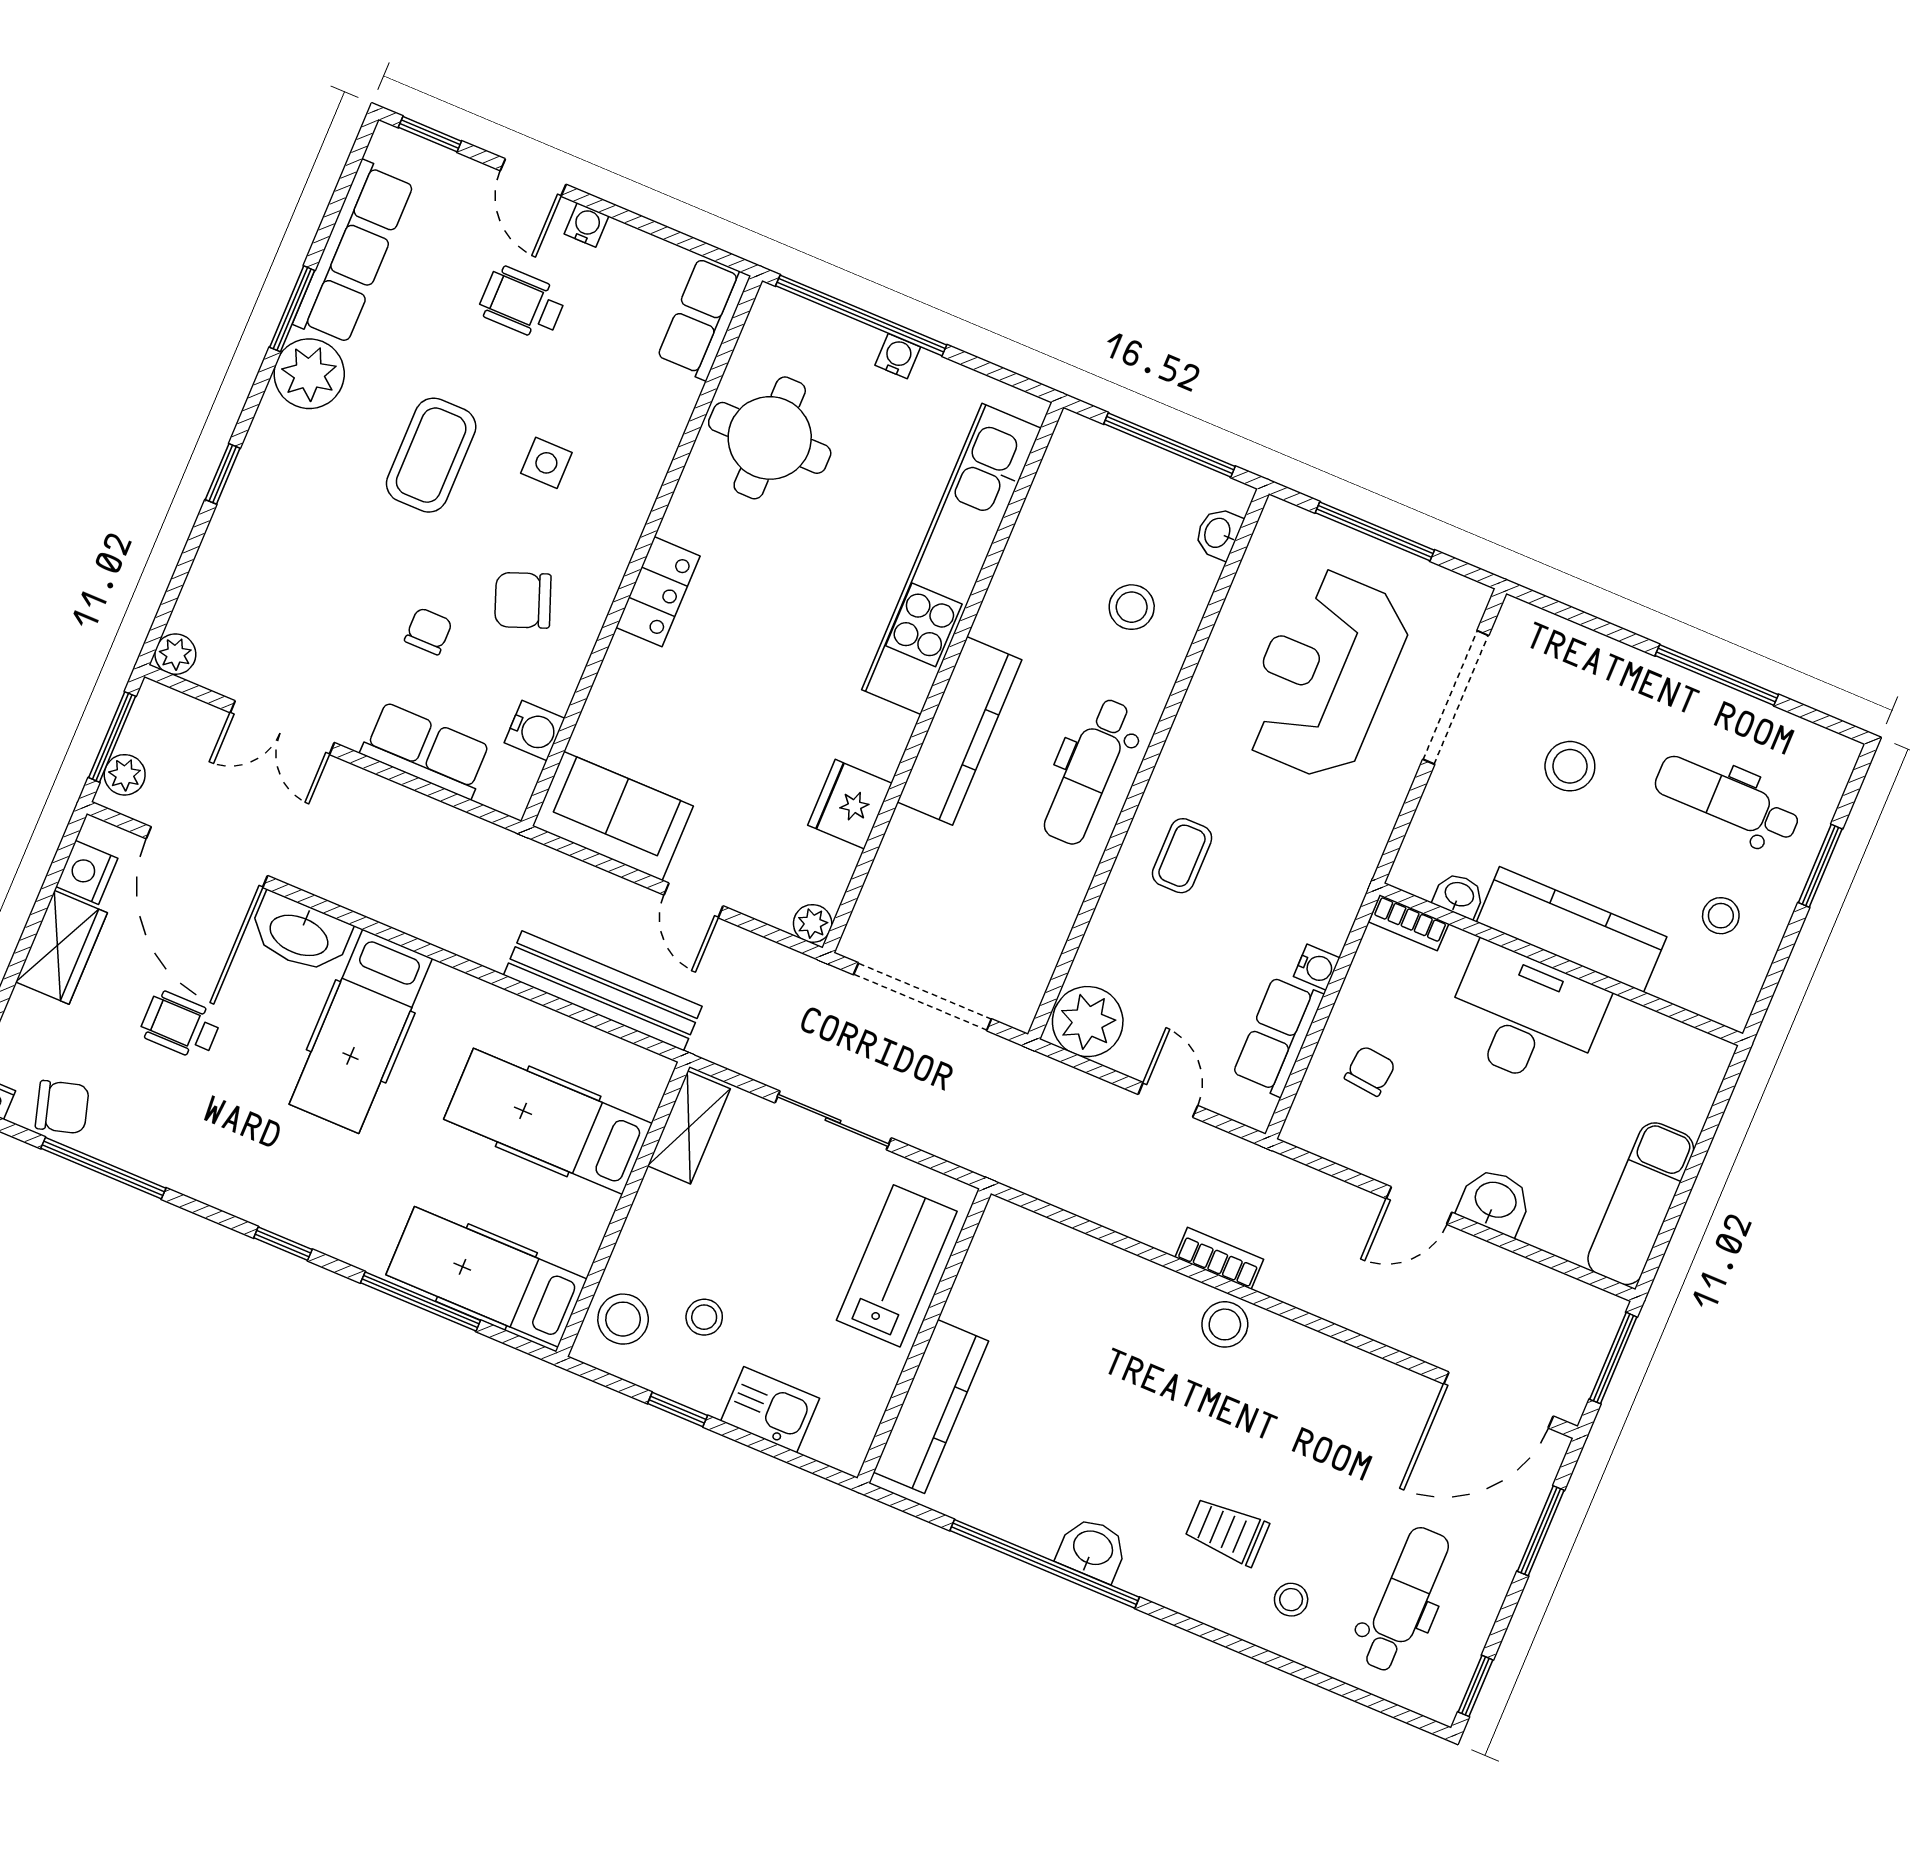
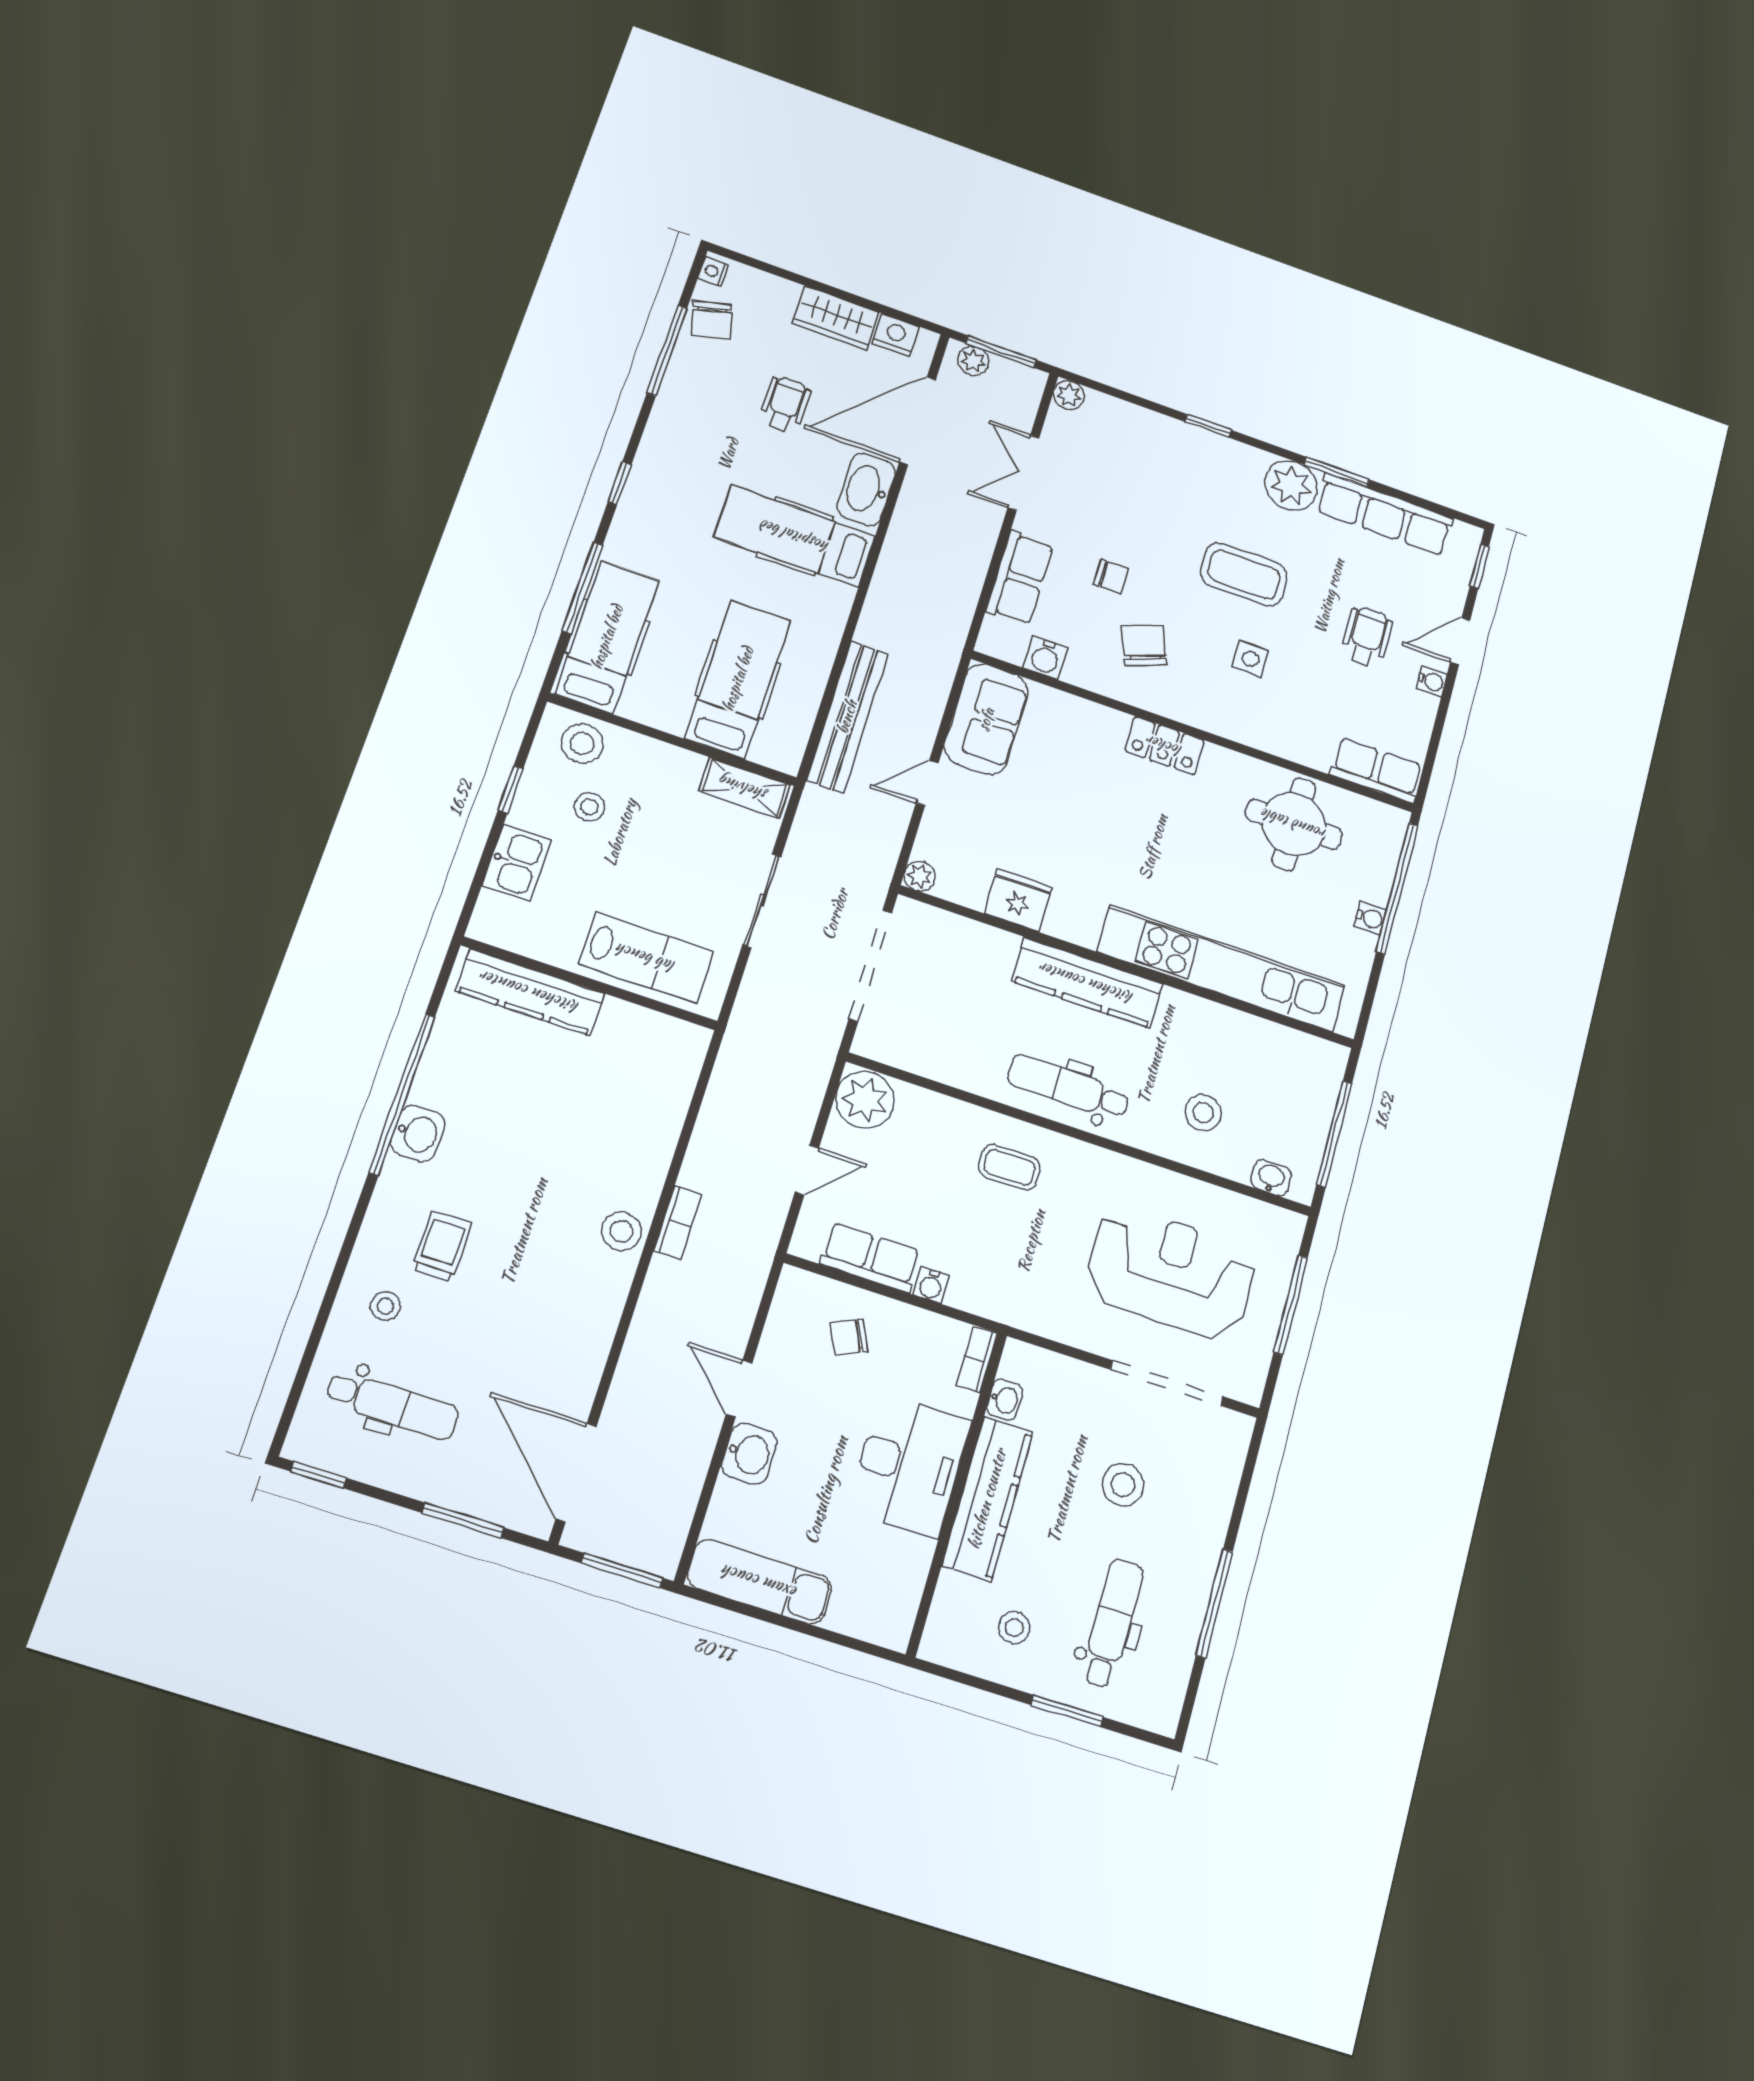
chair: (1370, 1071) -> (849, 1337), turned 149

